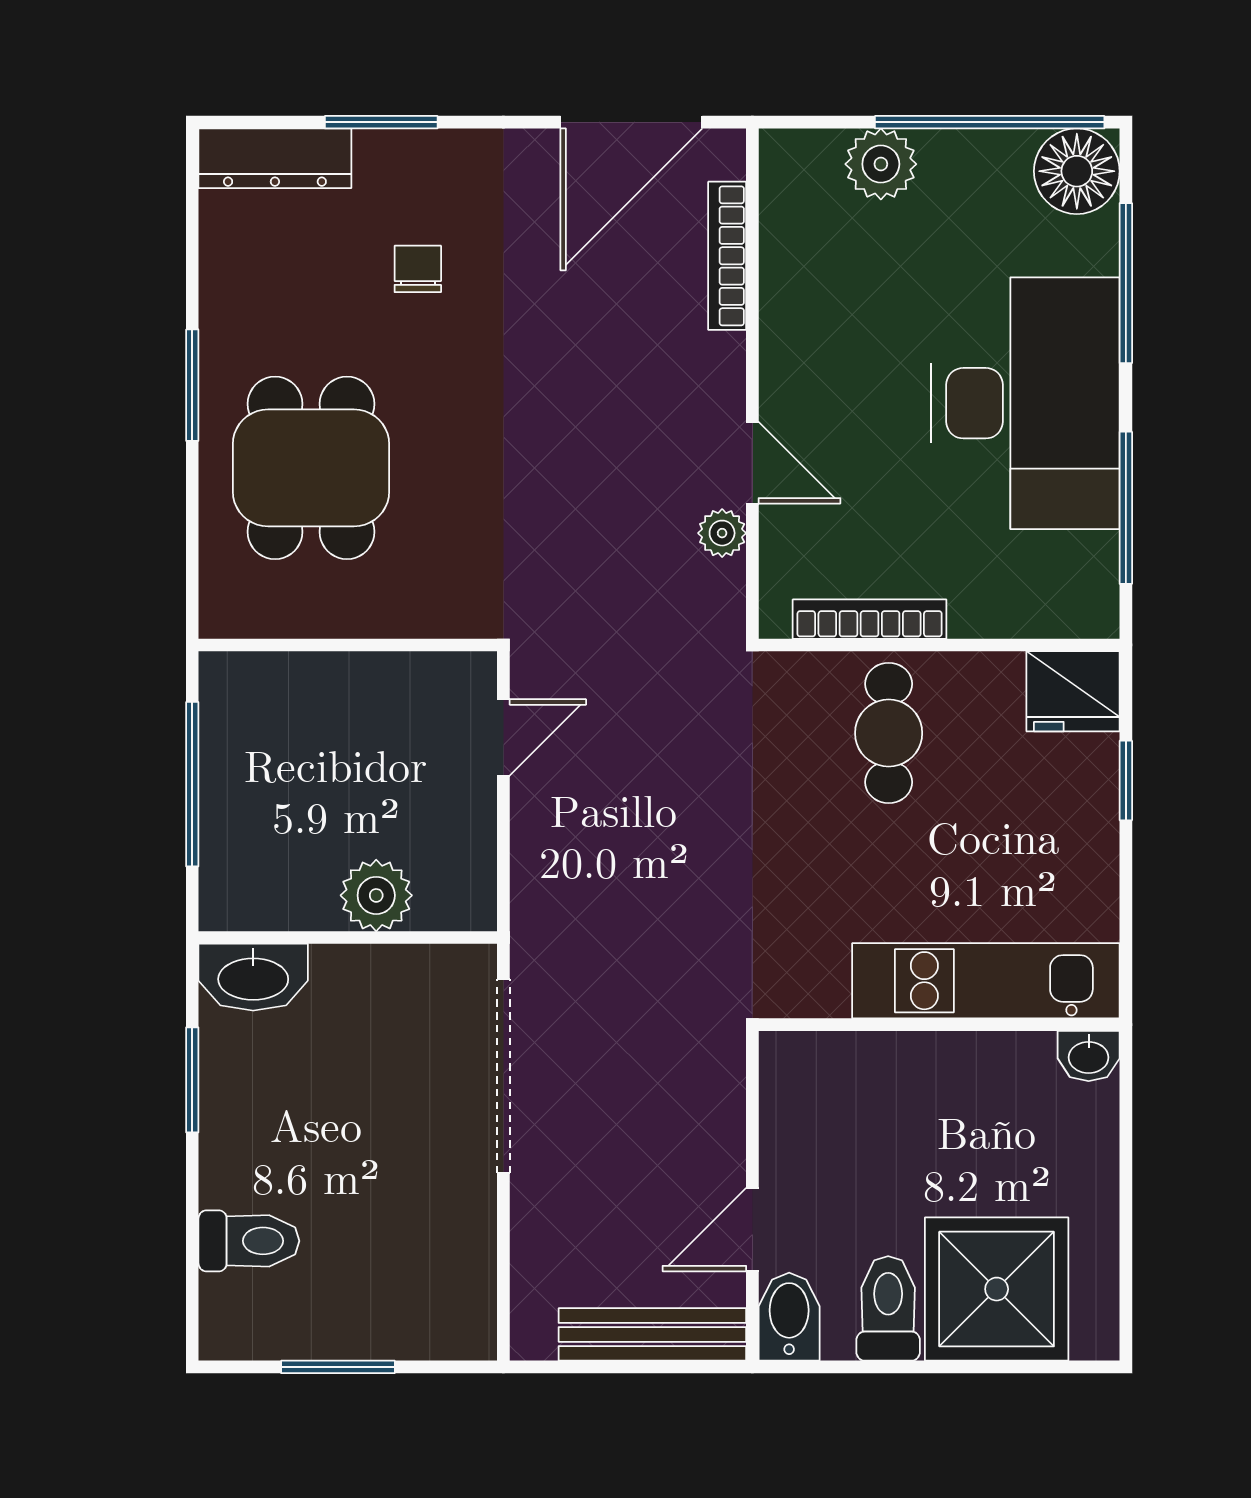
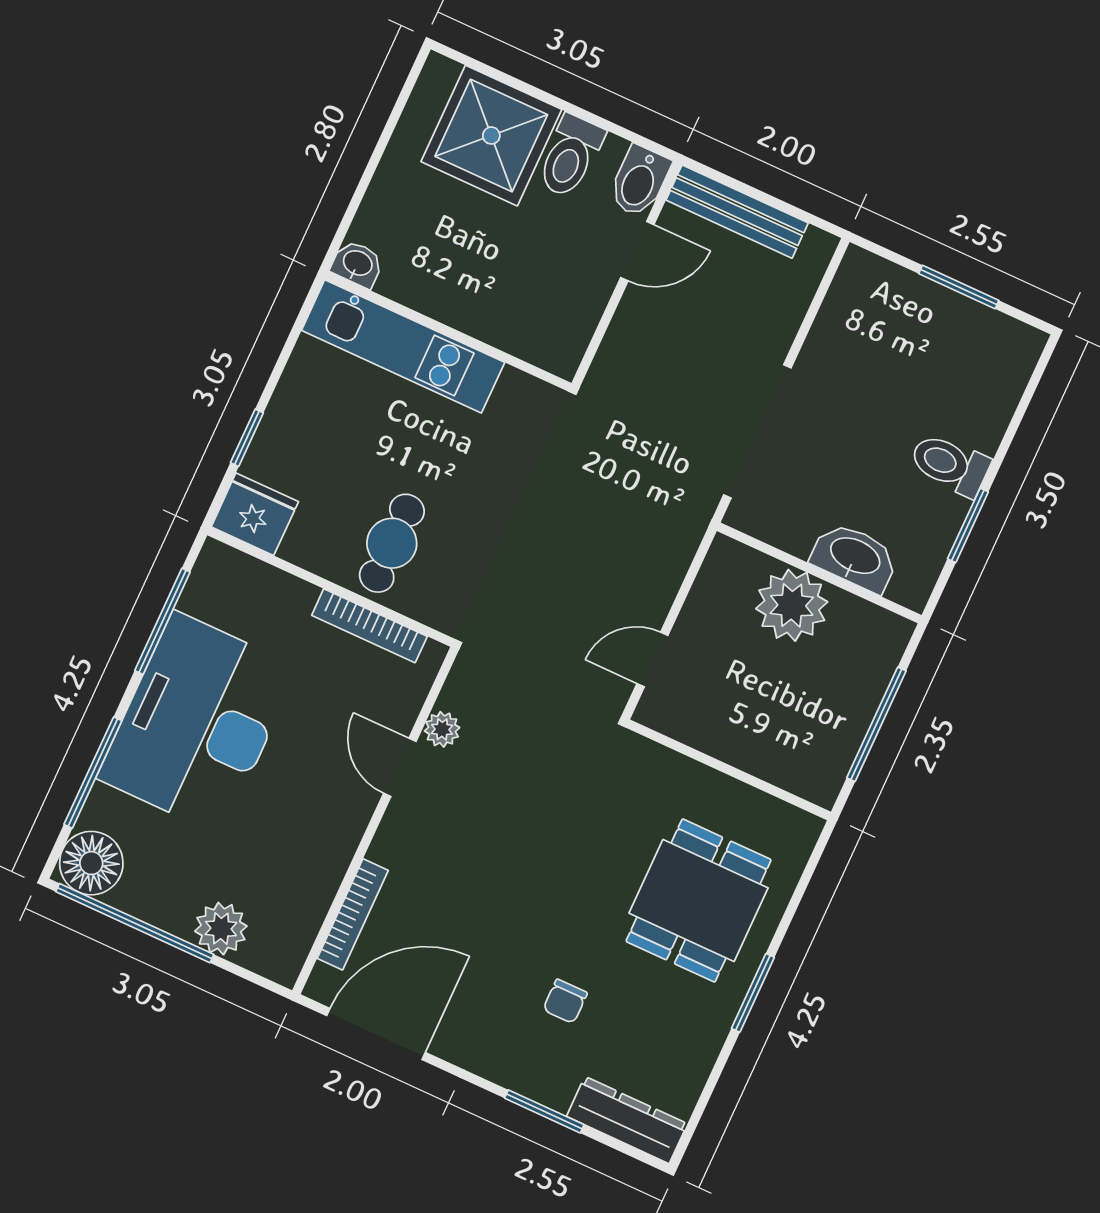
plant: (376, 895) -> (792, 605), width x1.36, depth x1.36
washbasin: (253, 977) -> (855, 557), moved
toilet: (249, 1241) -> (950, 464), moved

